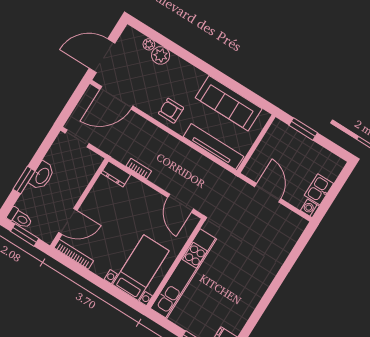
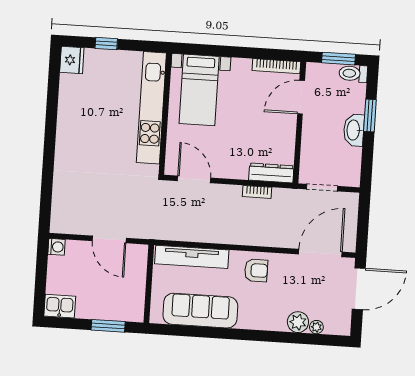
doorway: (77, 138) -> (322, 188), moved
dresser: (116, 174) -> (271, 173), width x1.44
kitchen sink: (319, 189) -> (60, 306), moved, turned -90

